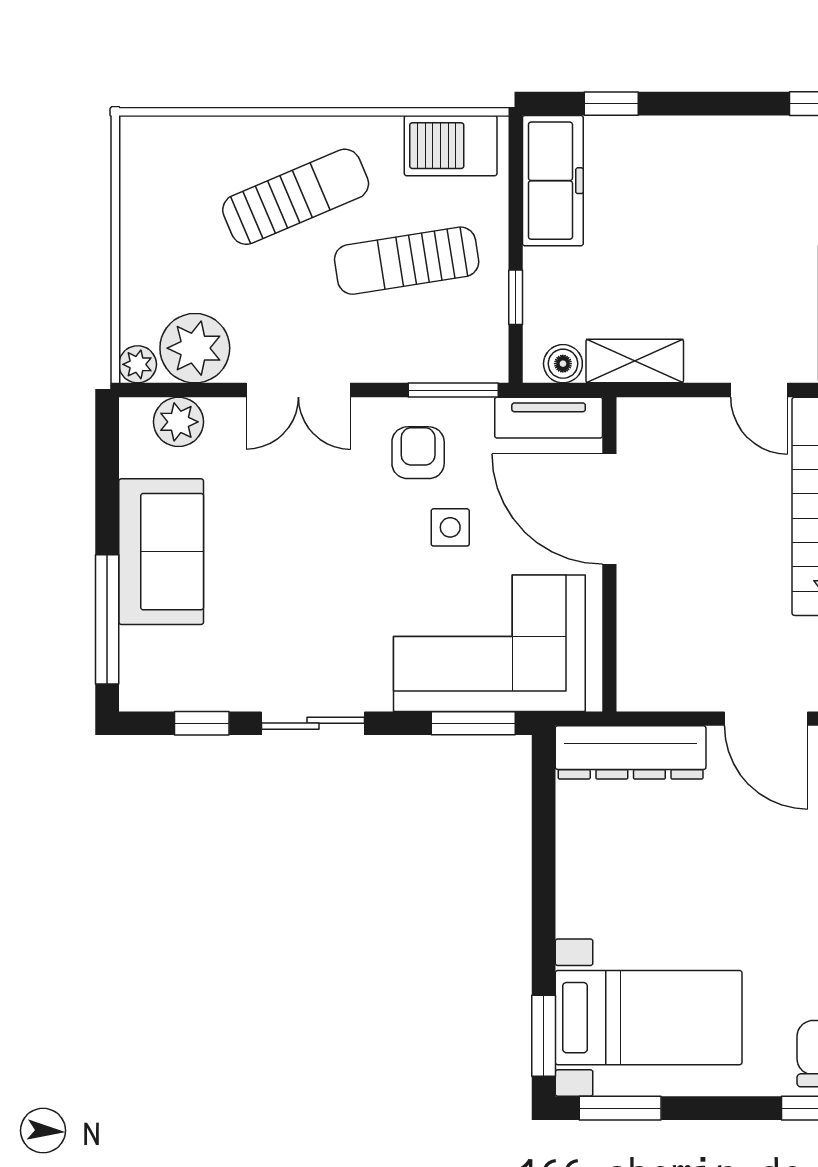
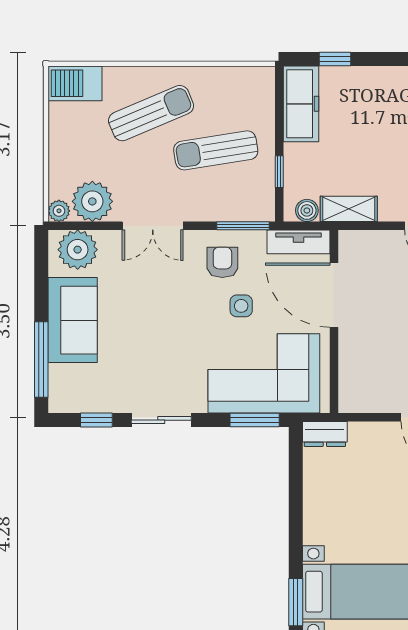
barbecue: (451, 146) -> (75, 83), moved
plant: (178, 422) -> (78, 250), width x1.36, depth x1.36
dresser: (631, 752) -> (325, 434), width x0.51, depth x0.80

